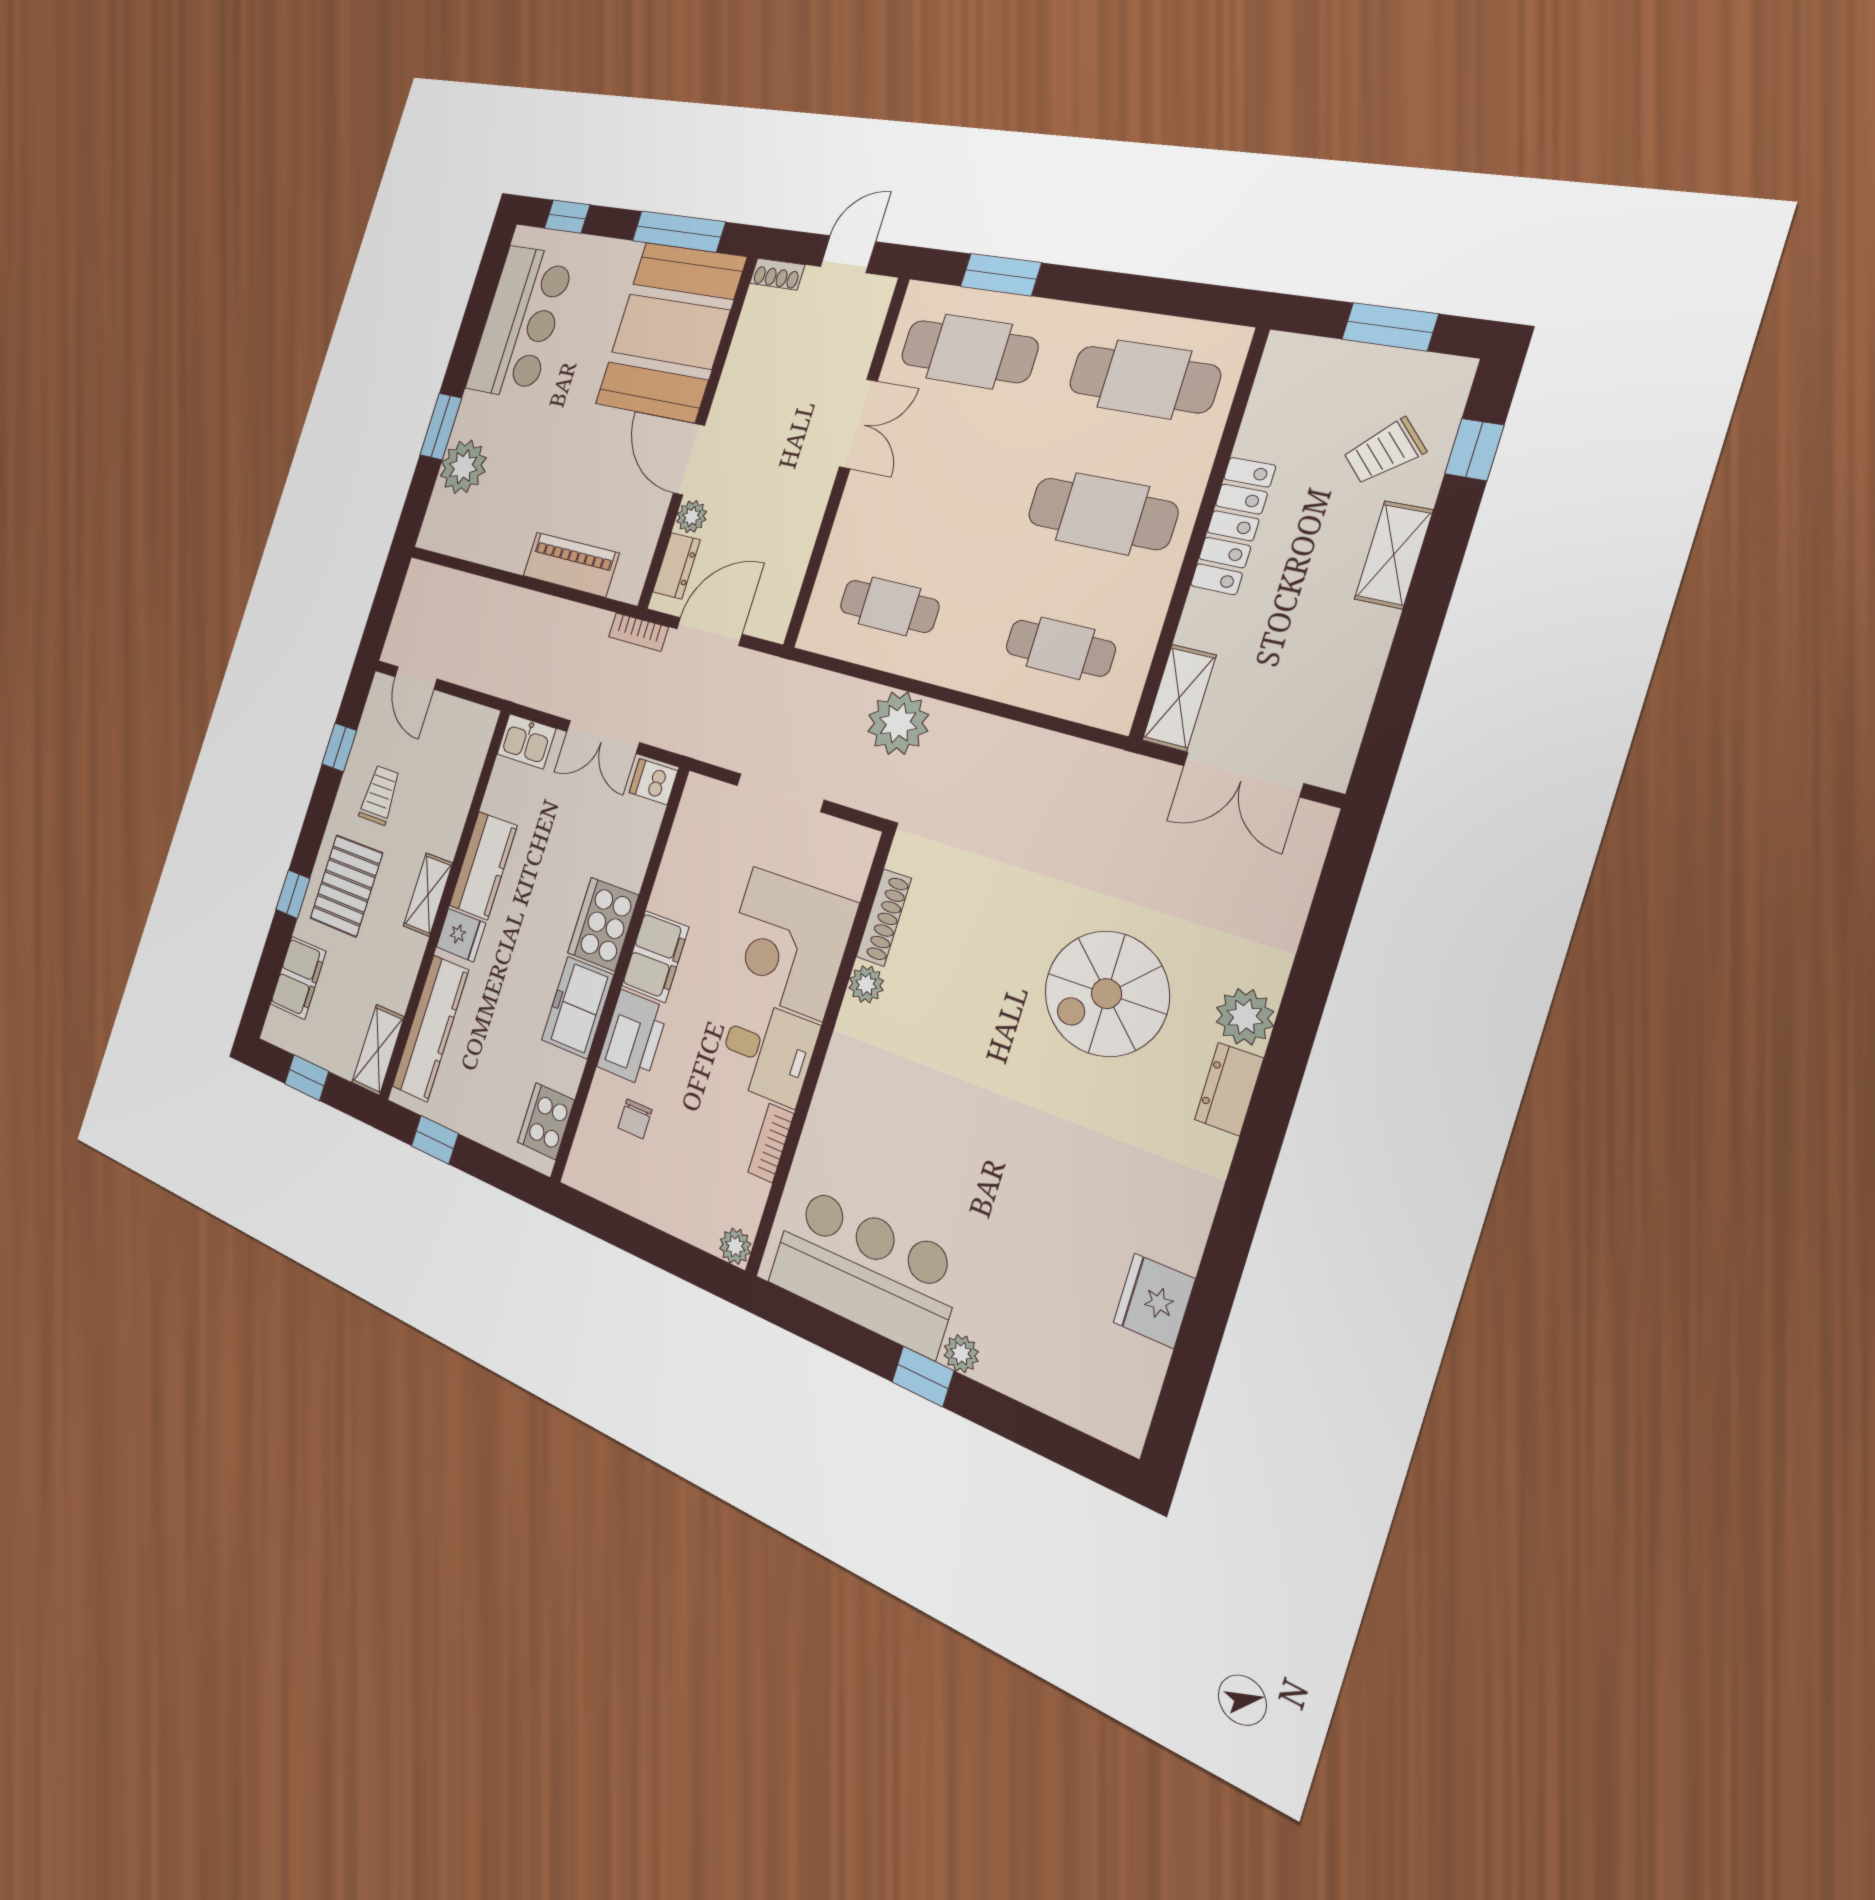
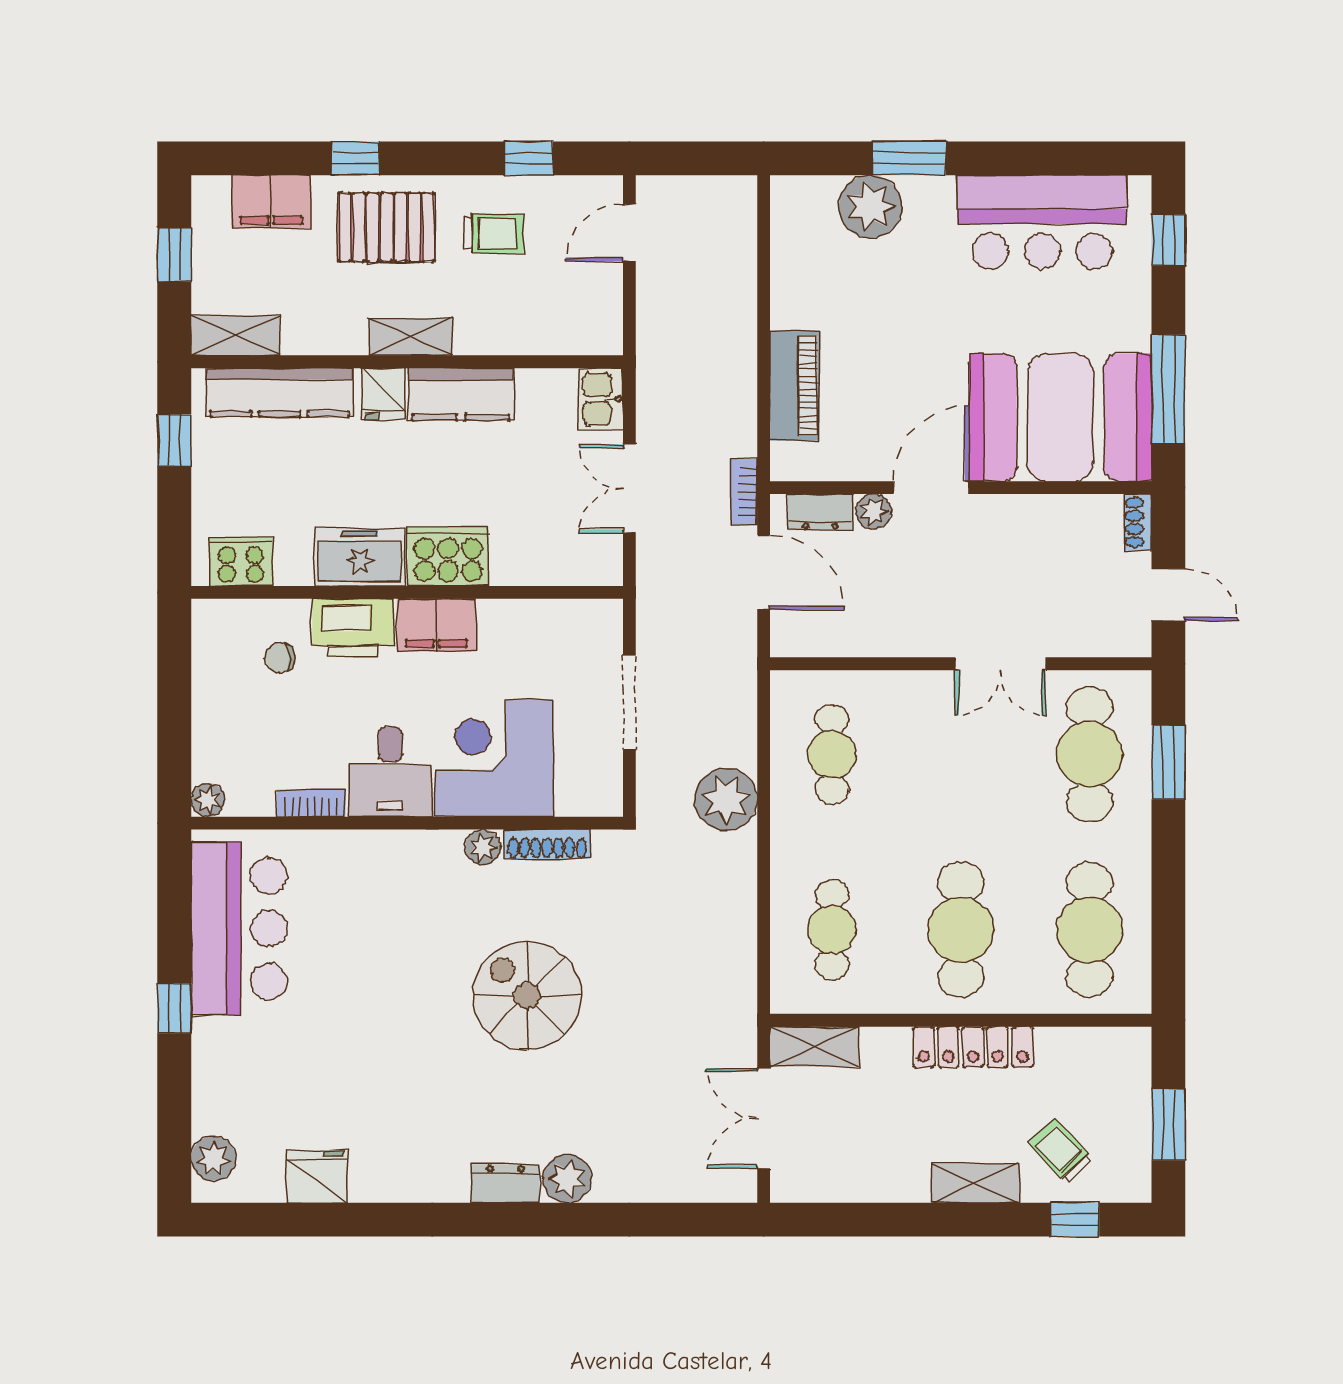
dishwasher: (653, 782) -> (601, 563), removed
spiral stairs: (1107, 994) -> (527, 995), moved
plant: (961, 1354) -> (213, 1158), moved, width x1.38, depth x1.38

